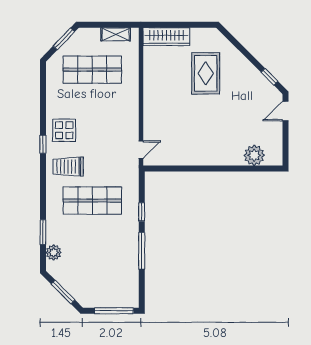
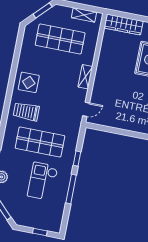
shelving: (132, 110) -> (85, 77), added
window: (43, 144) -> (10, 90), removed
checkout: (105, 248) -> (43, 181), added
window: (114, 311) -> (40, 232), width x0.46

